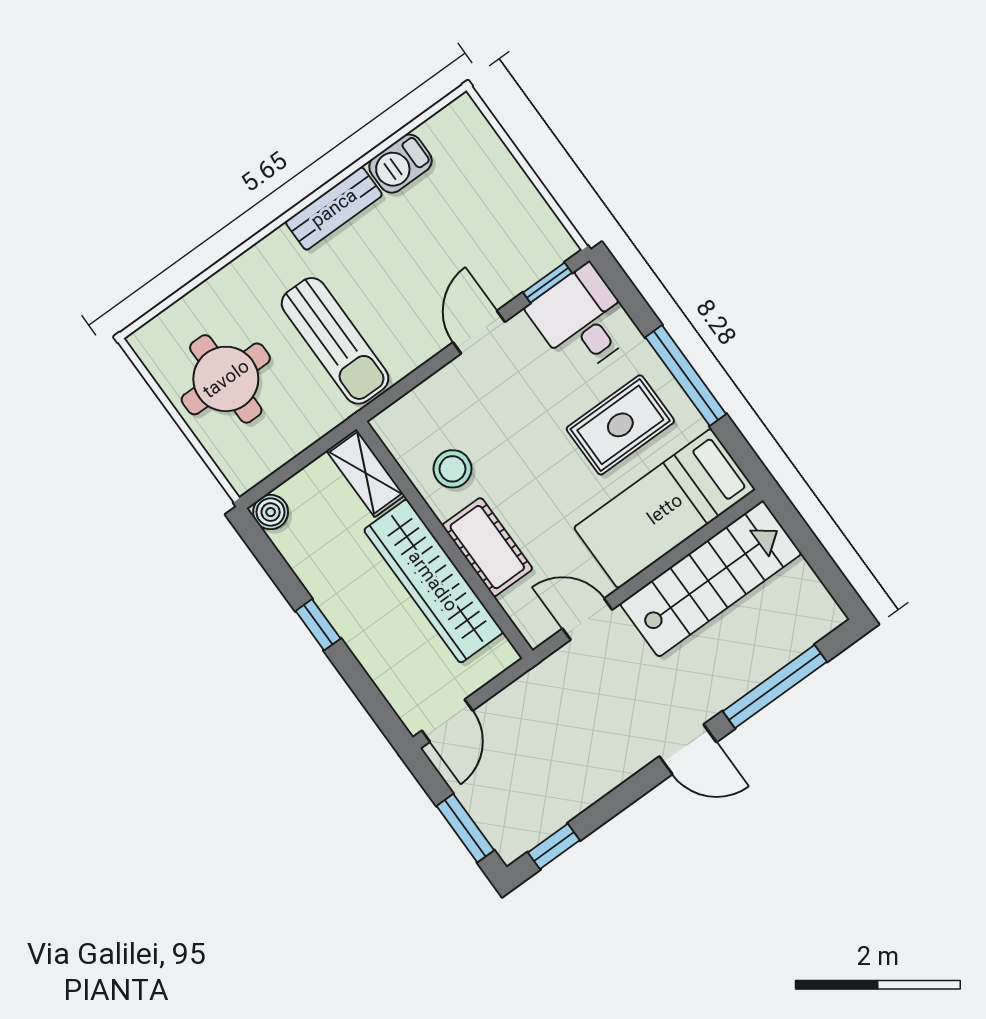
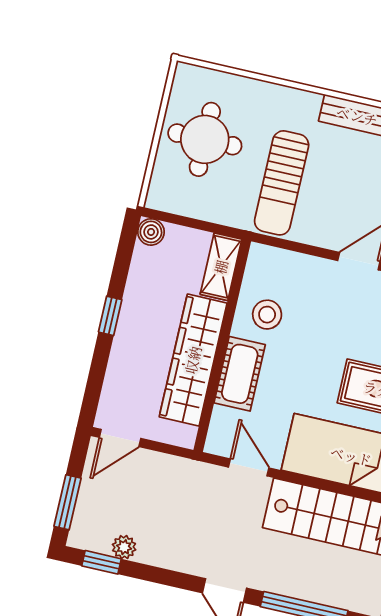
plant: (558, 811) -> (124, 547), added

